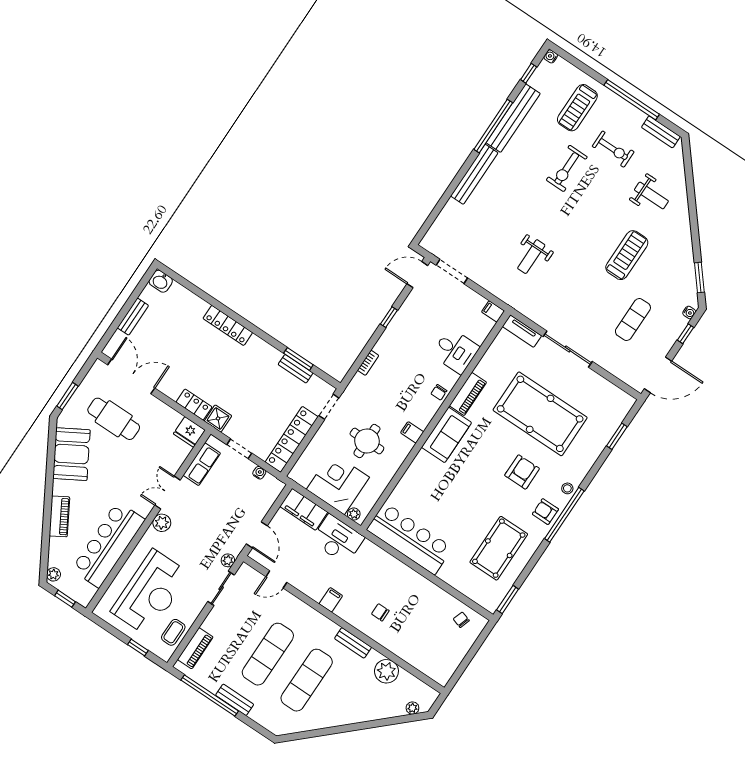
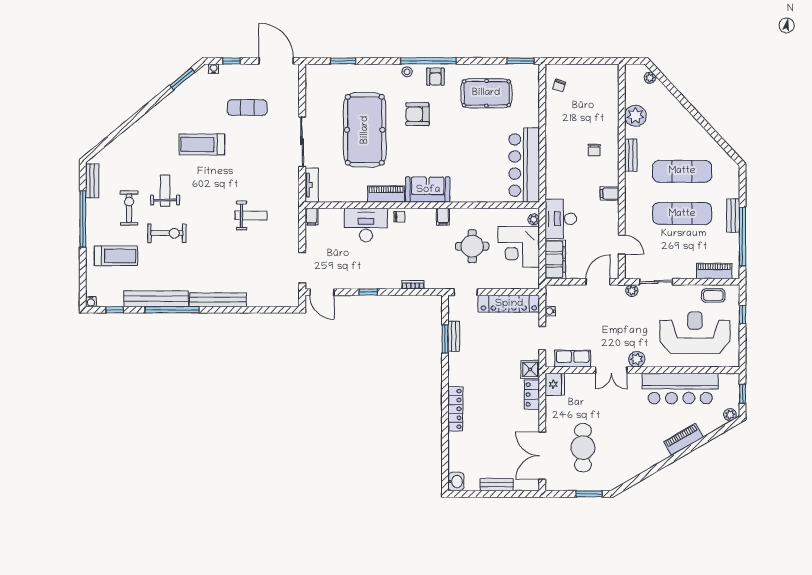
weight bench: (651, 195) -> (165, 191), moved
desk: (455, 351) -> (366, 225), width x1.37
booth: (71, 454) -> (631, 462), removed

